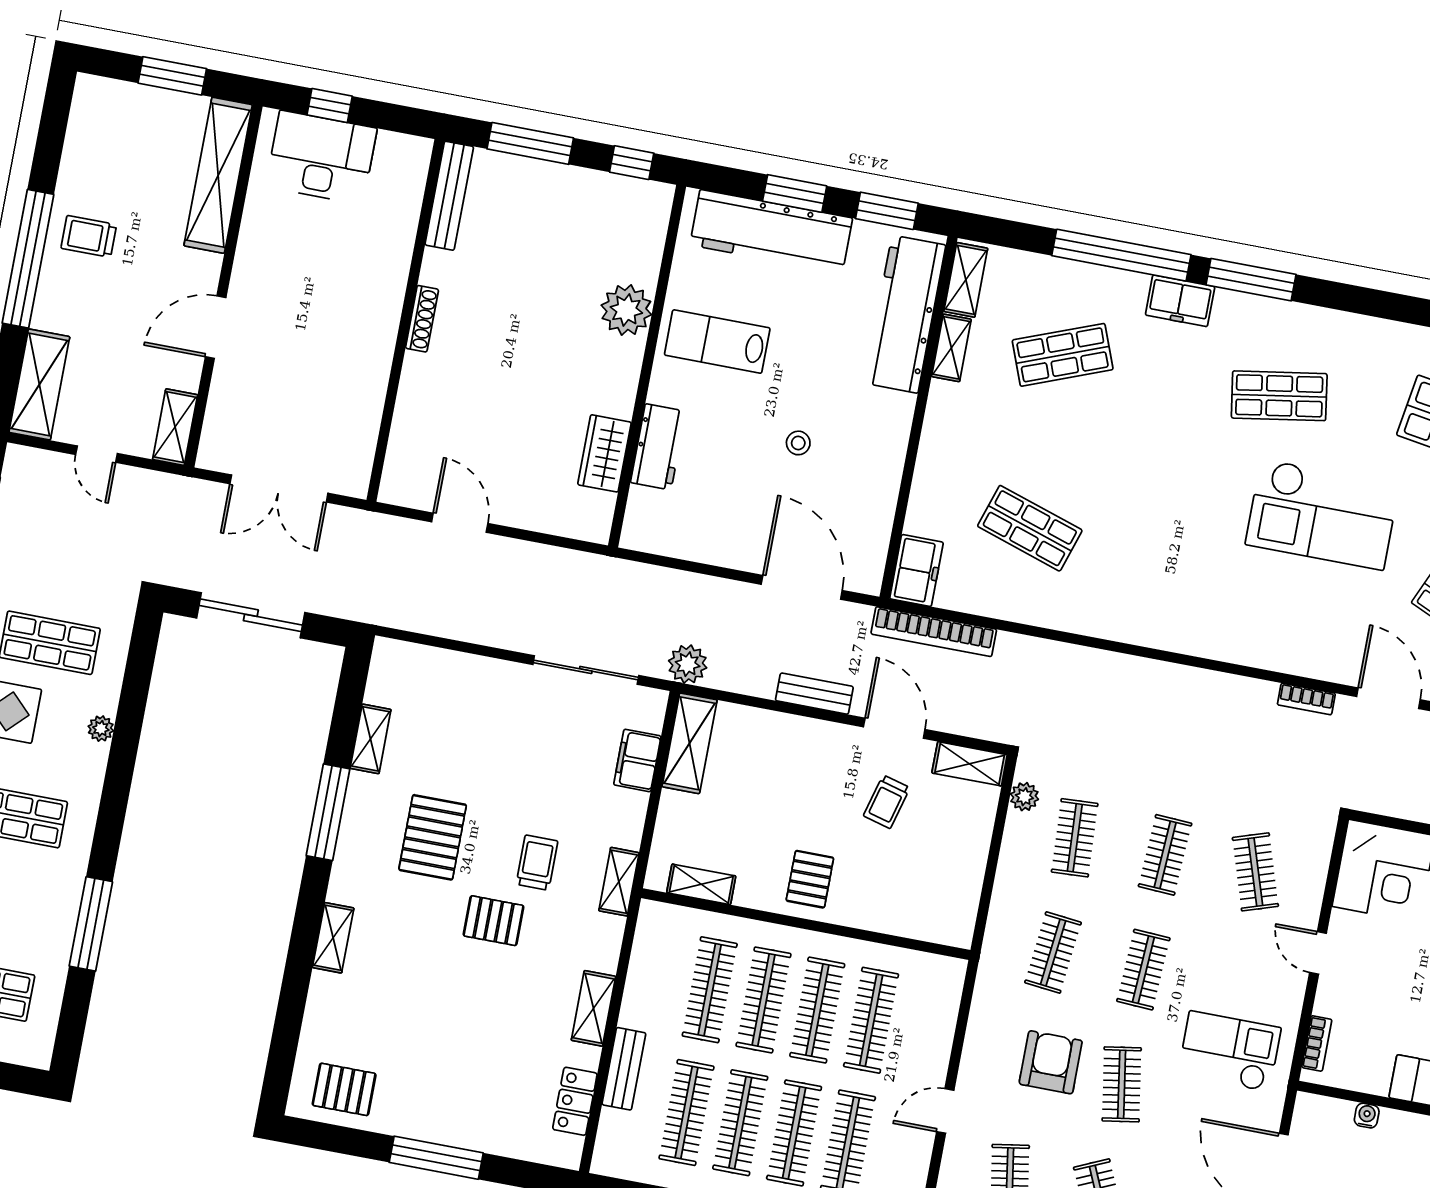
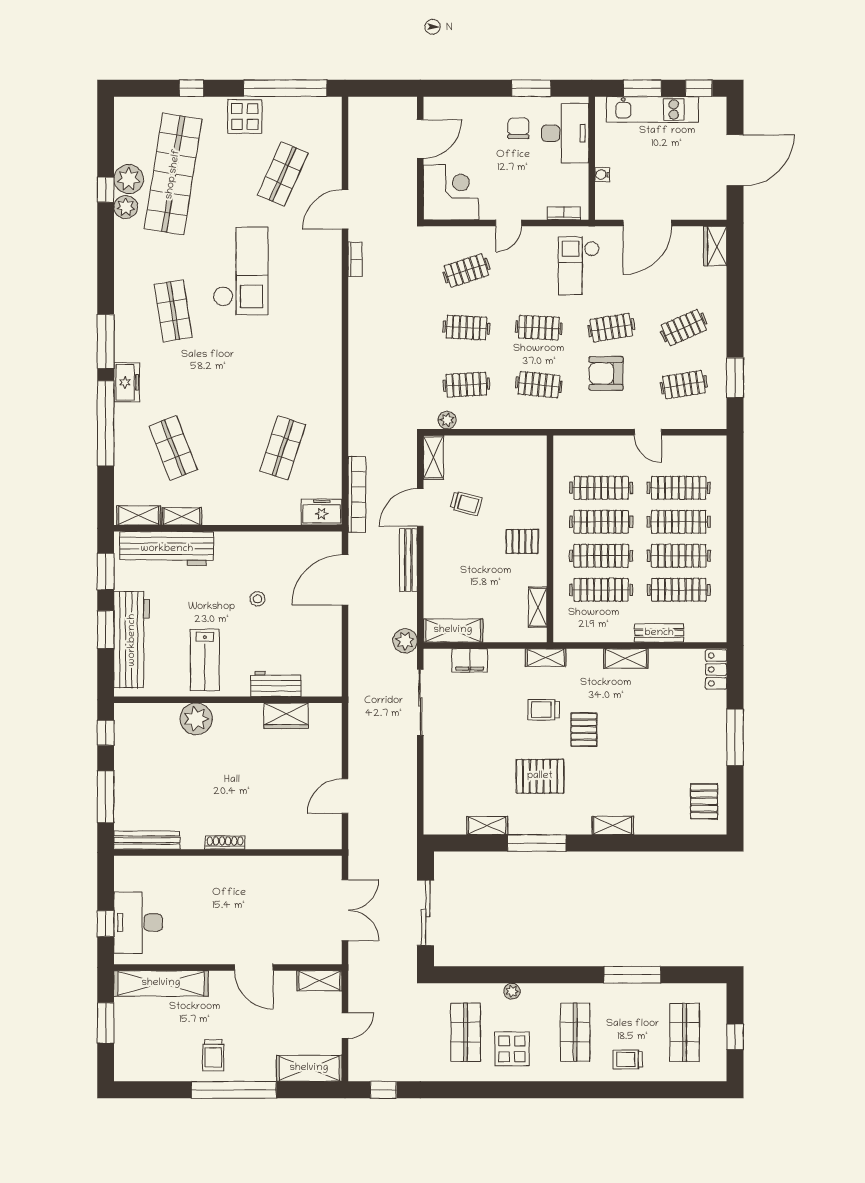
bench: (814, 694) -> (408, 560), width x1.36
locker: (575, 1101) -> (716, 669), moved, turned 90

